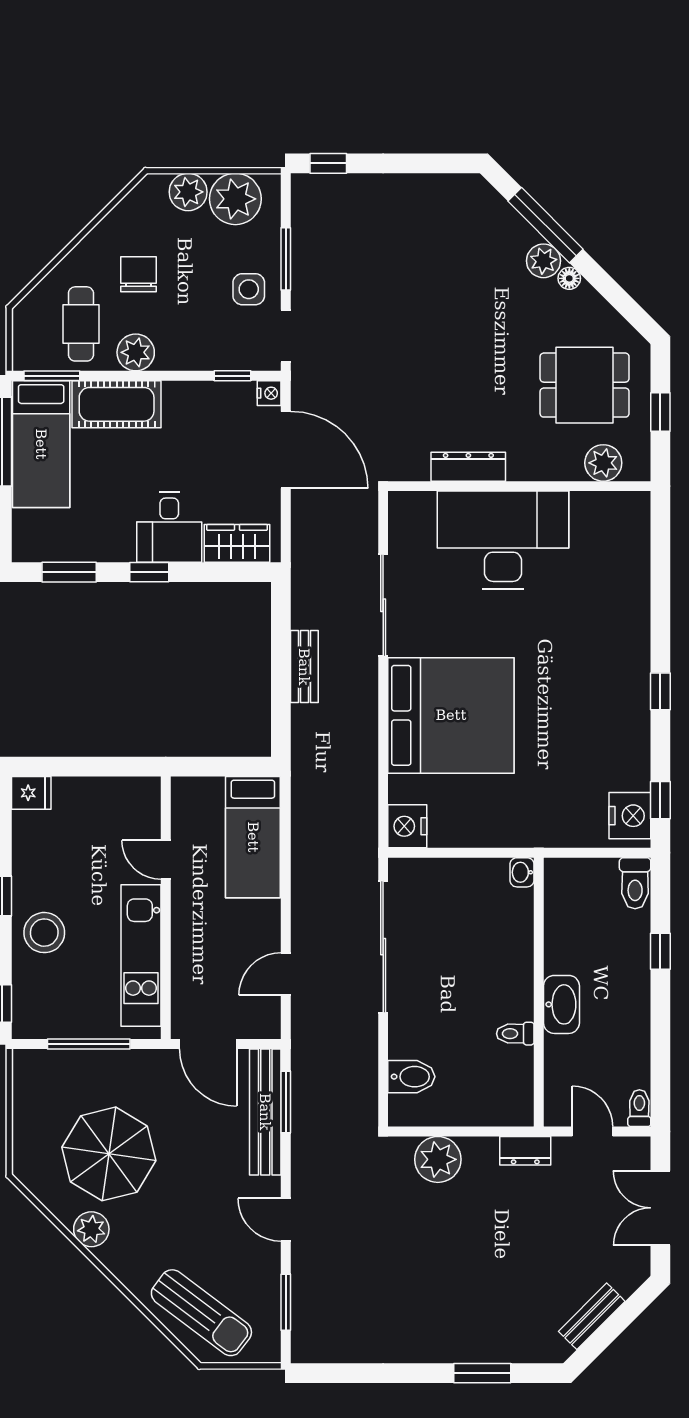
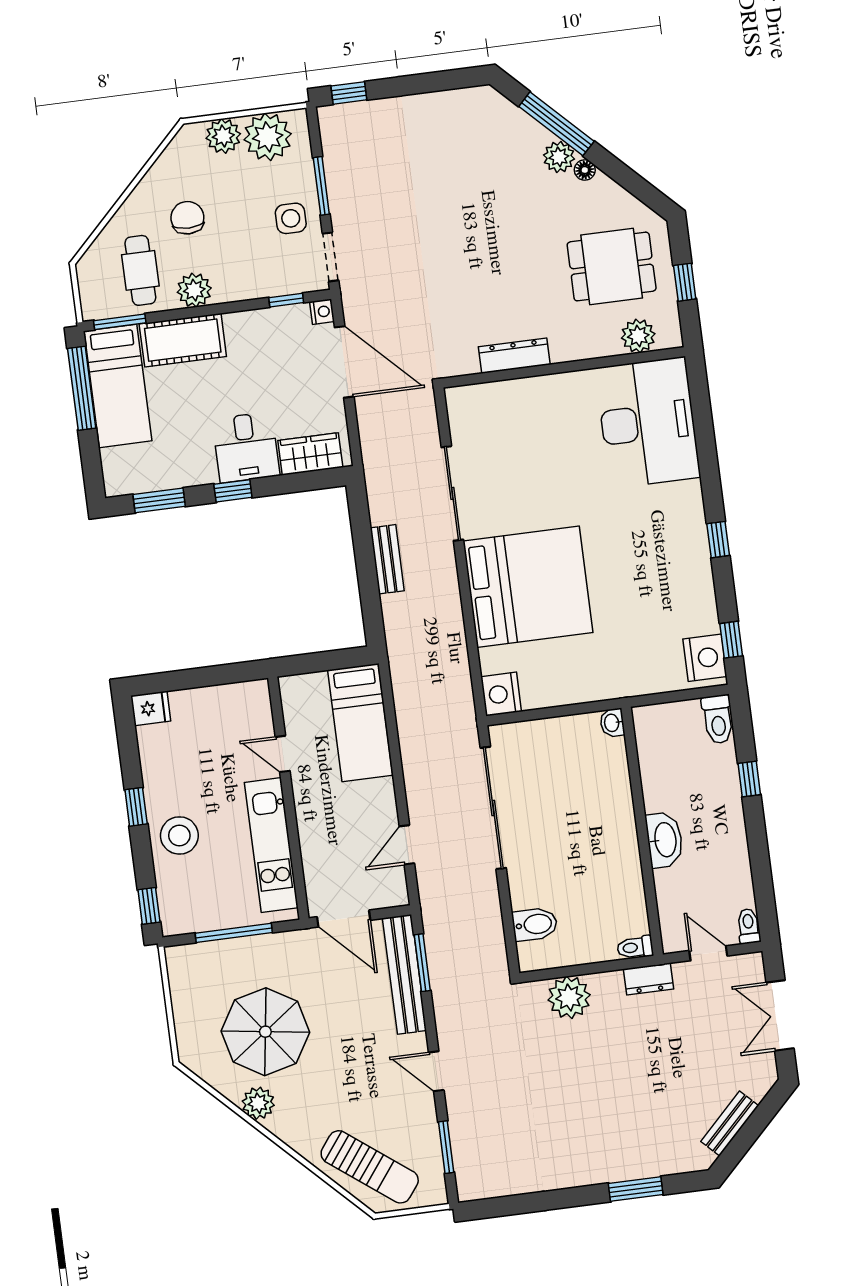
desk: (503, 540) -> (648, 423), moved, turned 90
toilet: (515, 1034) -> (635, 947), moved

